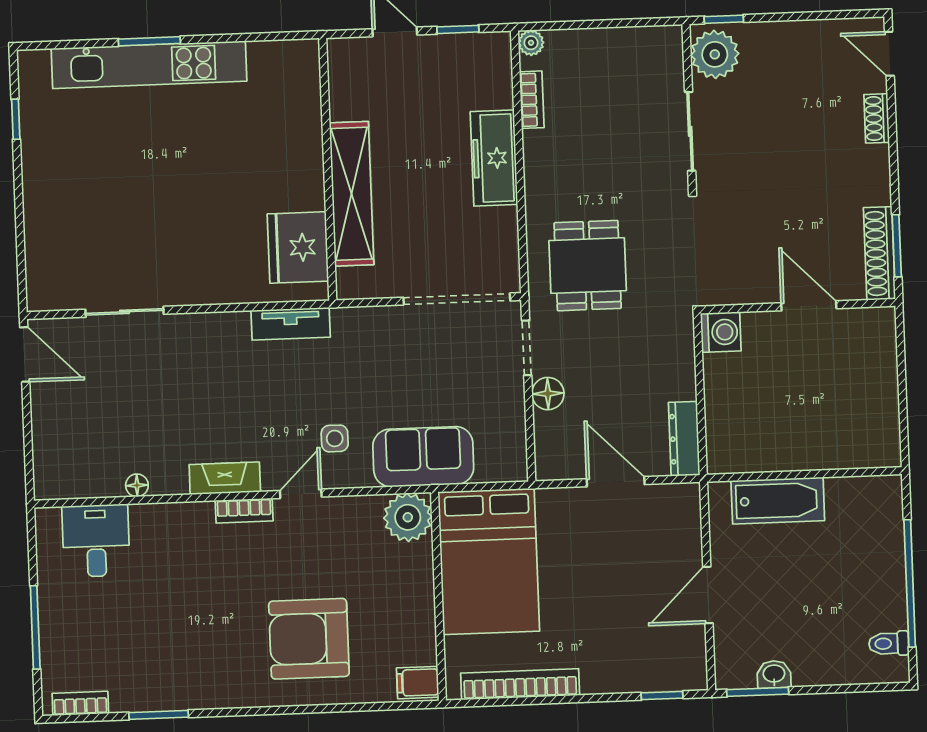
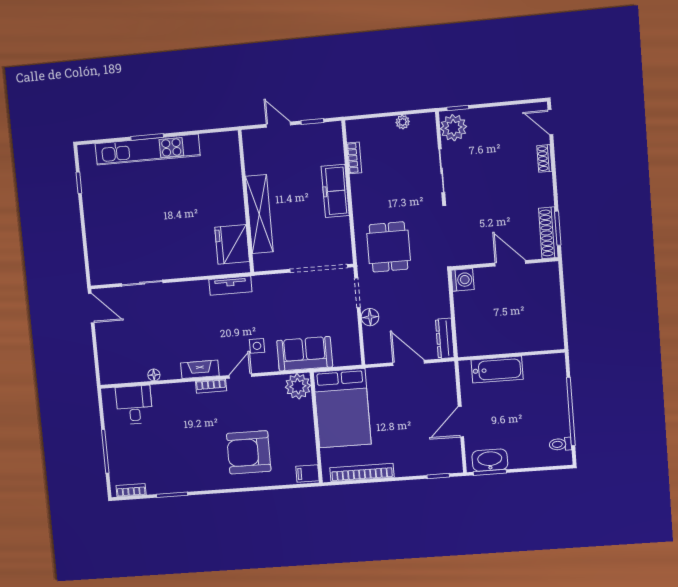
plant: (531, 43) -> (403, 122), moved
washbasin: (774, 674) -> (490, 460), width x1.91, depth x1.45

